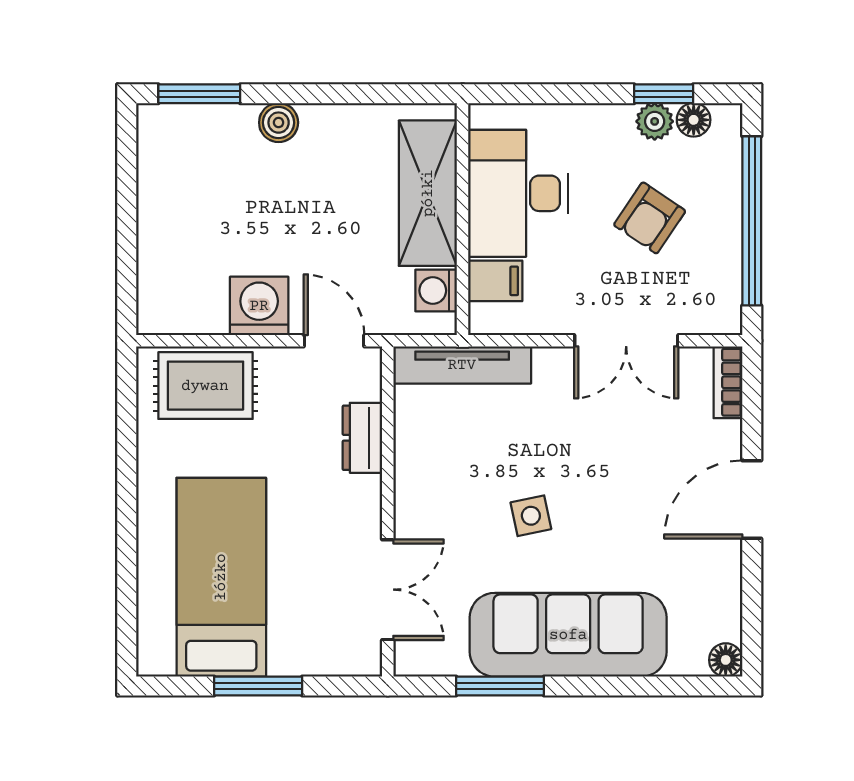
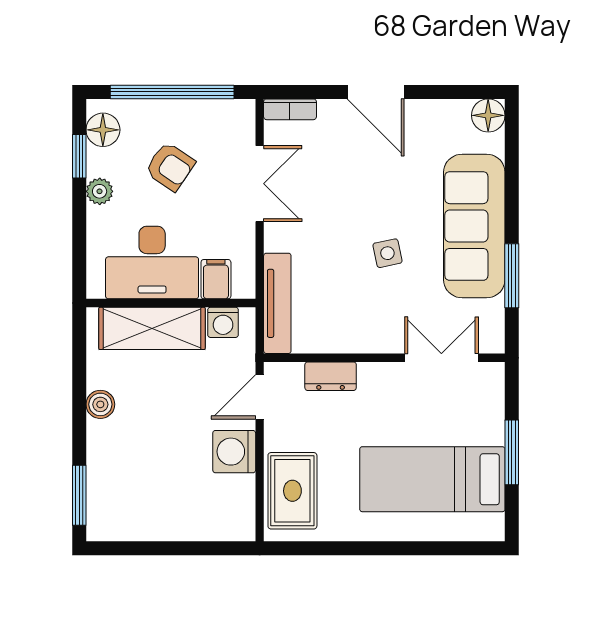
floor lamp: (694, 120) -> (103, 130), width x1.37, depth x1.37
plant: (655, 121) -> (100, 191), moved
boiler: (279, 123) -> (100, 404), moved
floor lamp: (726, 660) -> (488, 115), width x1.37, depth x1.37

